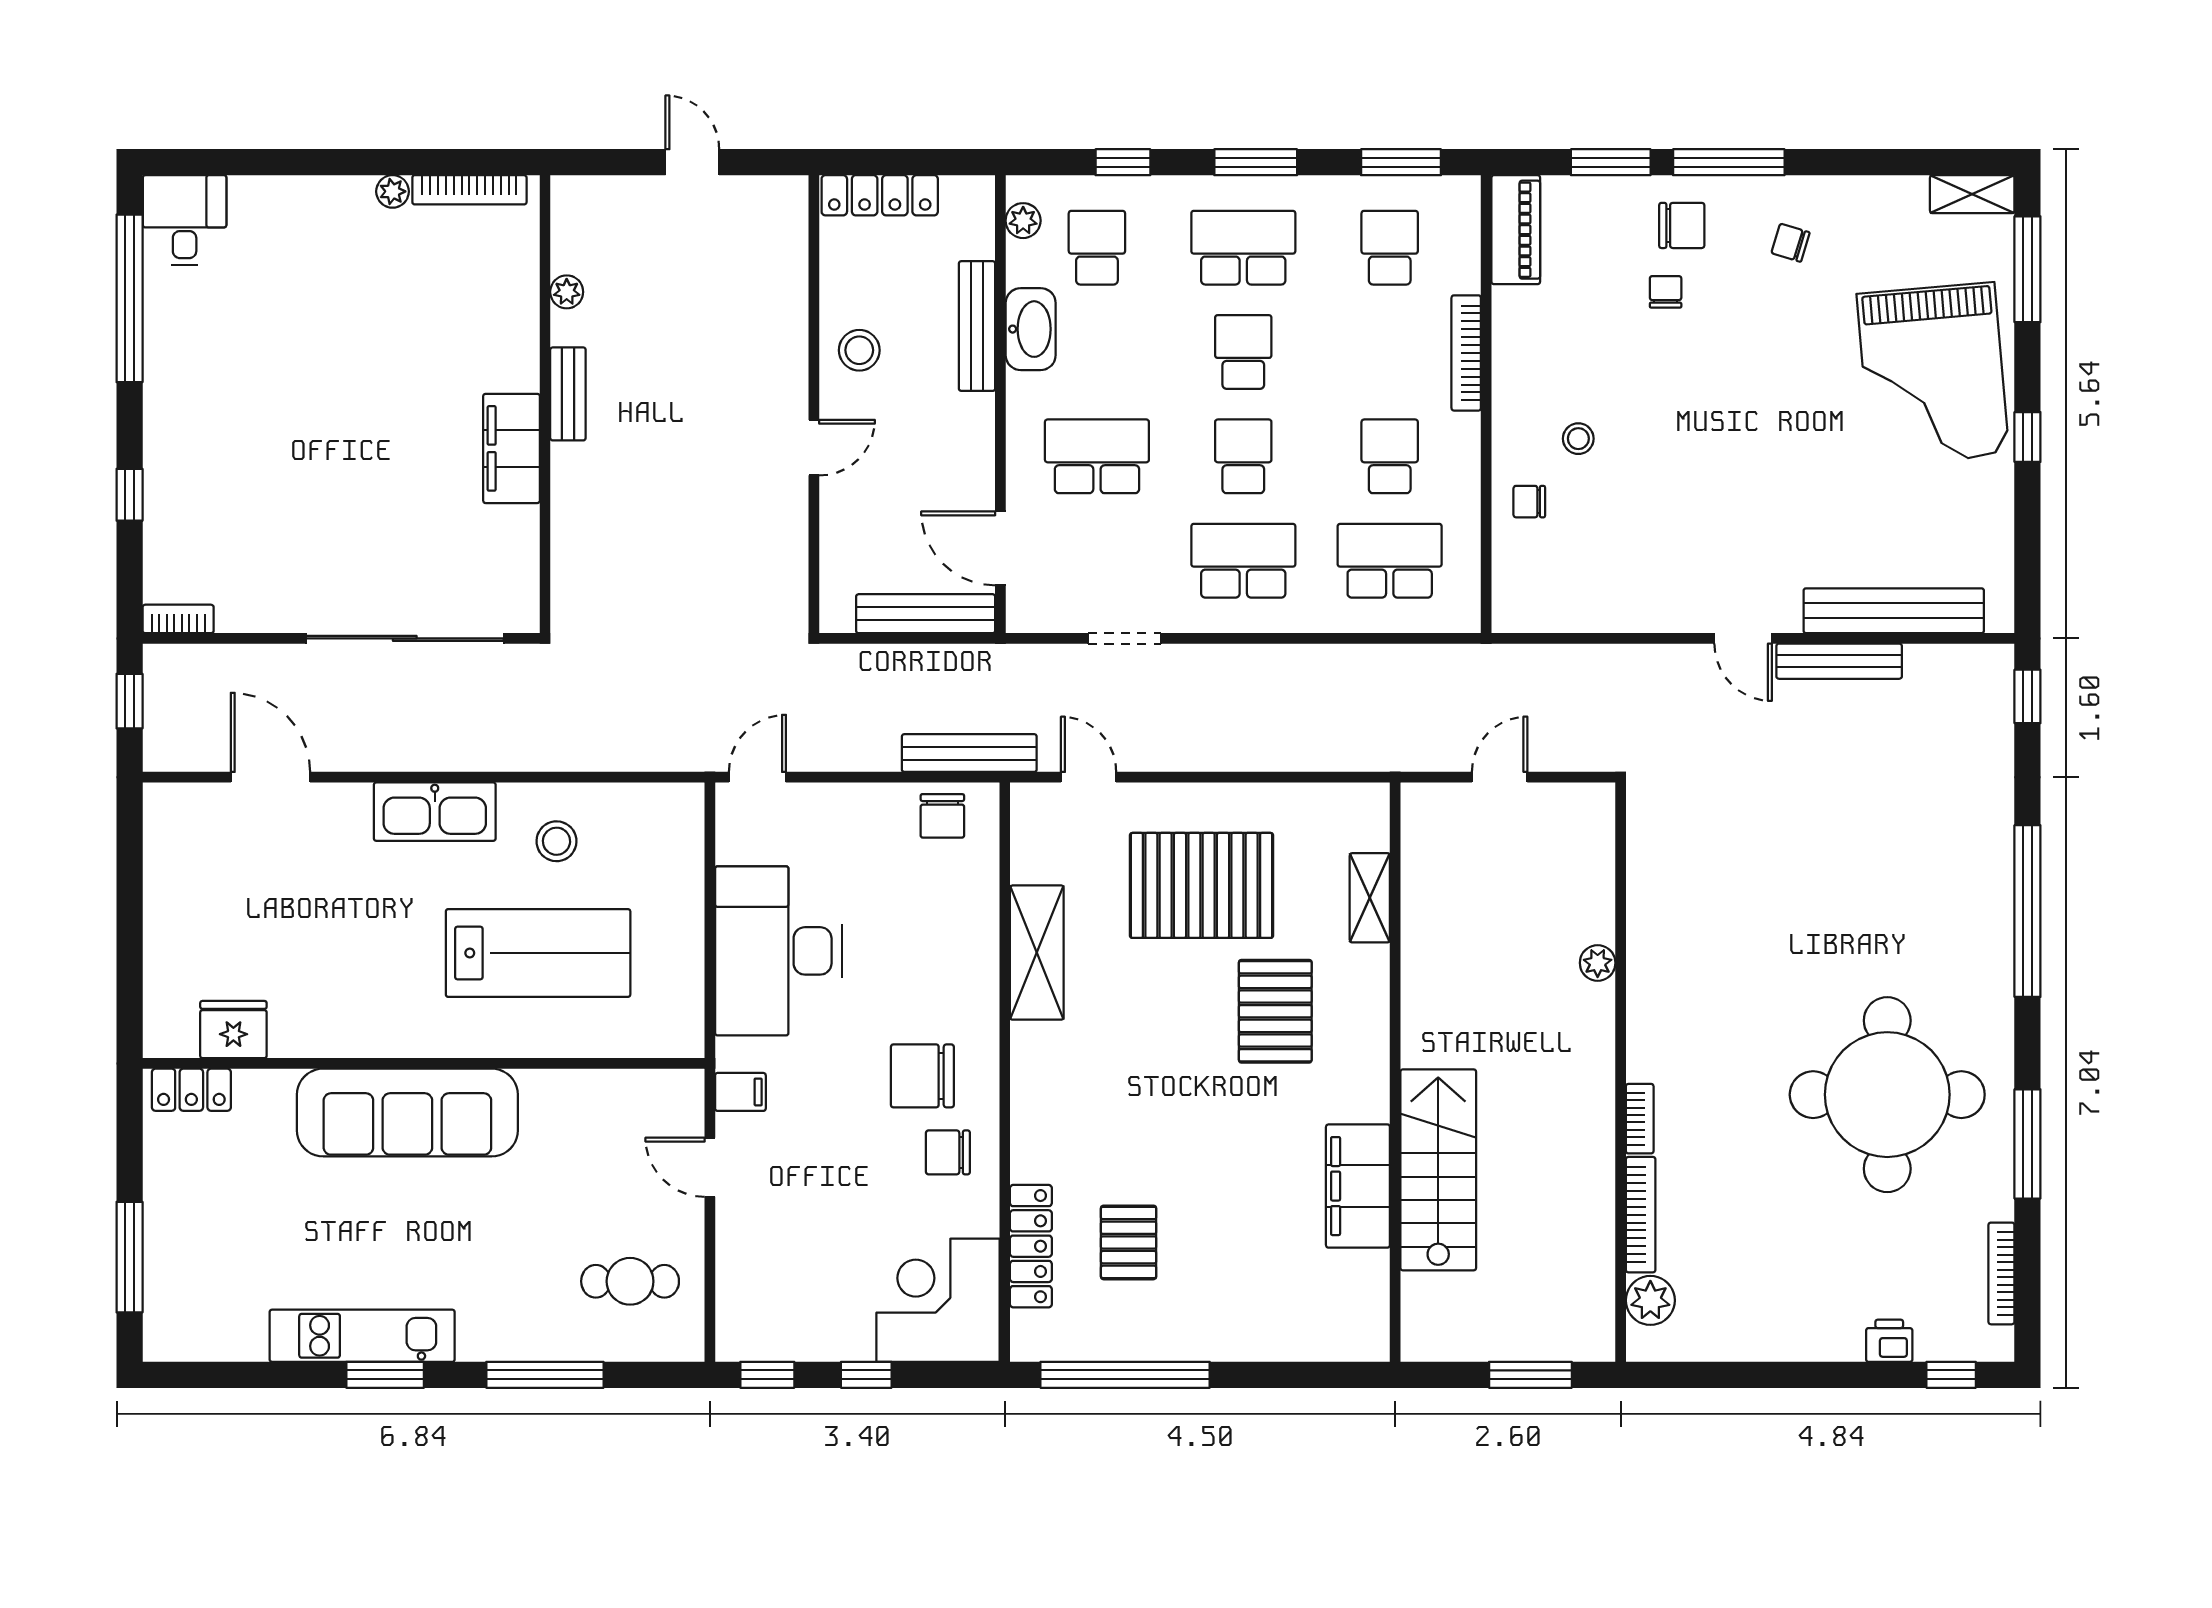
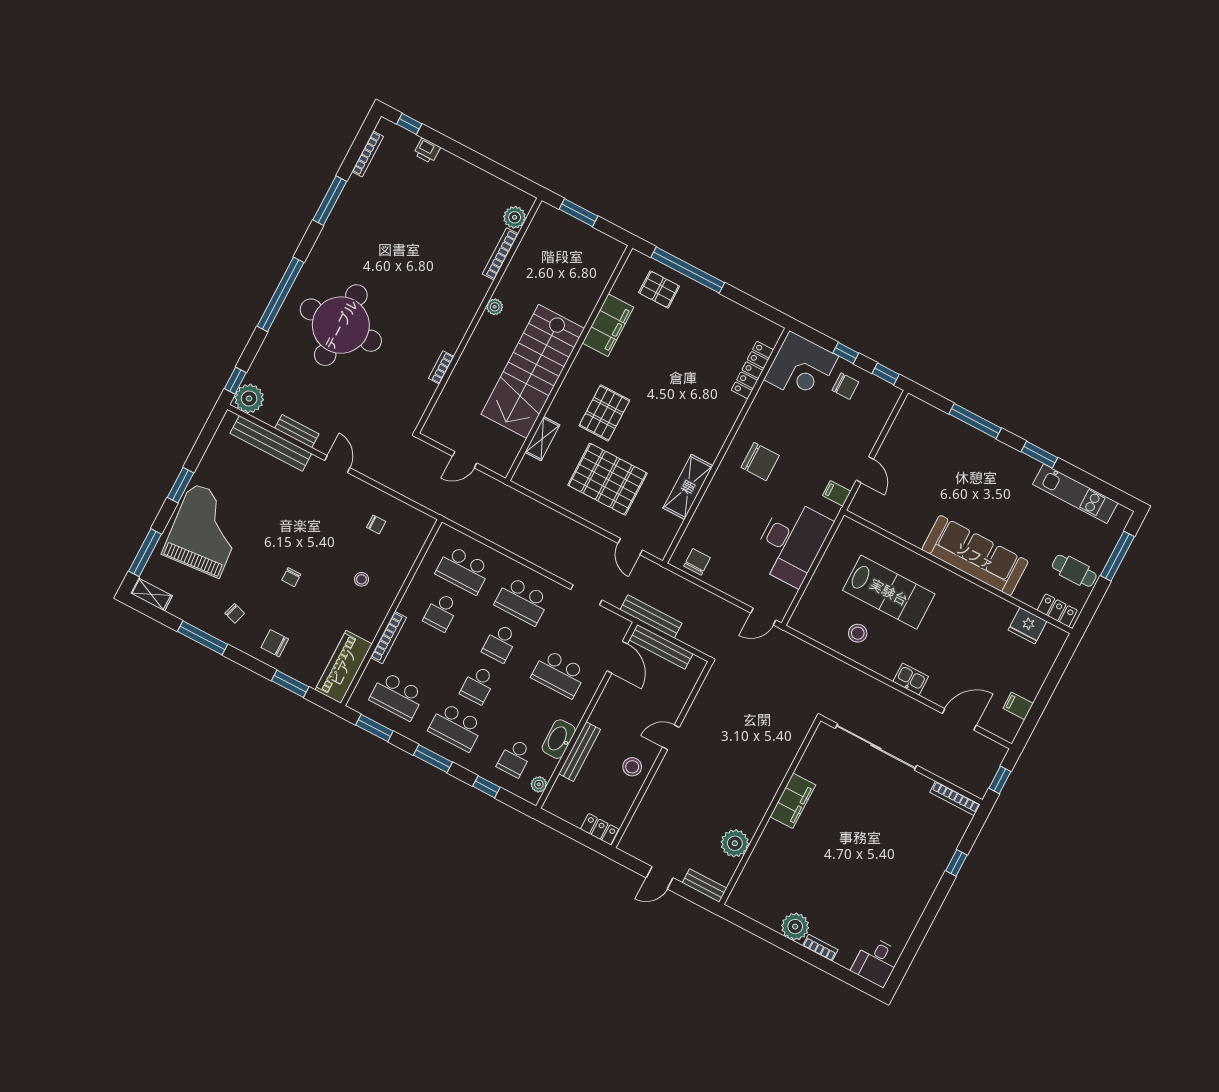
door: (692, 162) -> (660, 878), hinge flipped
window: (1729, 162) -> (203, 638), moved
bookcase: (469, 190) -> (820, 948), moved, width x0.64
plant: (393, 191) -> (795, 927), width x1.88, depth x1.88
locker: (880, 195) -> (600, 829), width x0.66
piano: (1516, 230) -> (344, 667), width x1.37, depth x1.33
school desk: (1390, 248) -> (397, 696), width x1.85
plant: (567, 292) -> (735, 843), width x1.87, depth x1.87
chair: (1666, 292) -> (291, 577), moved
window: (130, 298) -> (915, 942), removed
bench: (568, 394) -> (705, 886), moved, turned 90
window: (2027, 437) -> (180, 485), width x1.50
chair: (1529, 502) -> (376, 524), moved
bookcase: (178, 619) -> (955, 798), width x1.56
bench: (1839, 661) -> (297, 431), width x0.73
plant: (1982, 676) -> (249, 399), added
bench: (969, 753) -> (651, 616), moved
door: (270, 777) -> (959, 719), swing flipped
kitchen sink: (435, 812) -> (911, 679), width x0.53, depth x0.81
filing cabinet: (170, 864) -> (1018, 706), added
lab bench: (538, 953) -> (889, 592), turned 180
plant: (1598, 963) -> (495, 307), moved
round table: (1887, 1095) -> (341, 325), moved
bookcase: (1640, 1119) -> (441, 367), moved
chair: (948, 1152) -> (845, 386), moved
stairs: (1438, 1170) -> (533, 371), moved, width x1.36, depth x1.51
pallet: (1129, 1242) -> (659, 289), moved, turned 90
cafe table: (630, 1281) -> (1074, 571), moved
kitchen unit: (362, 1336) -> (1075, 494), moved
window: (1125, 1375) -> (688, 270), moved

